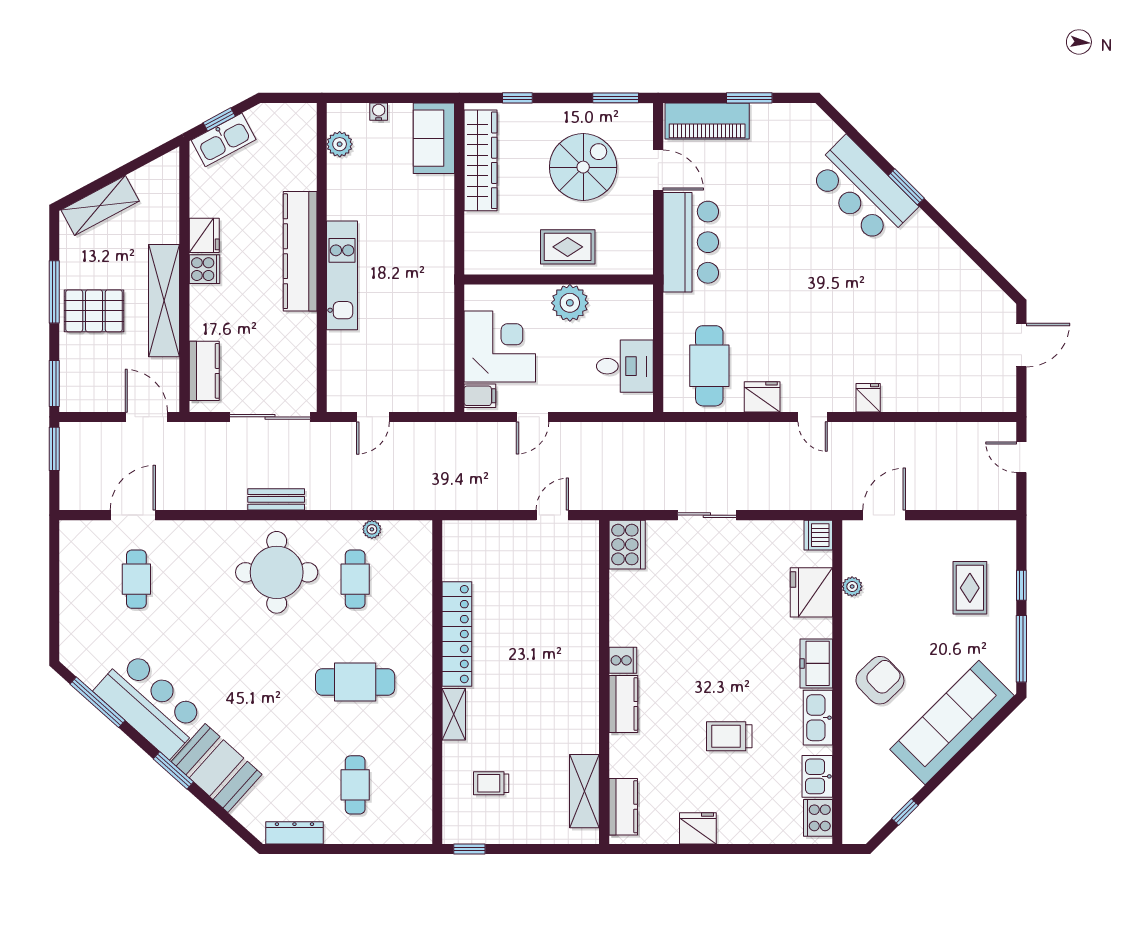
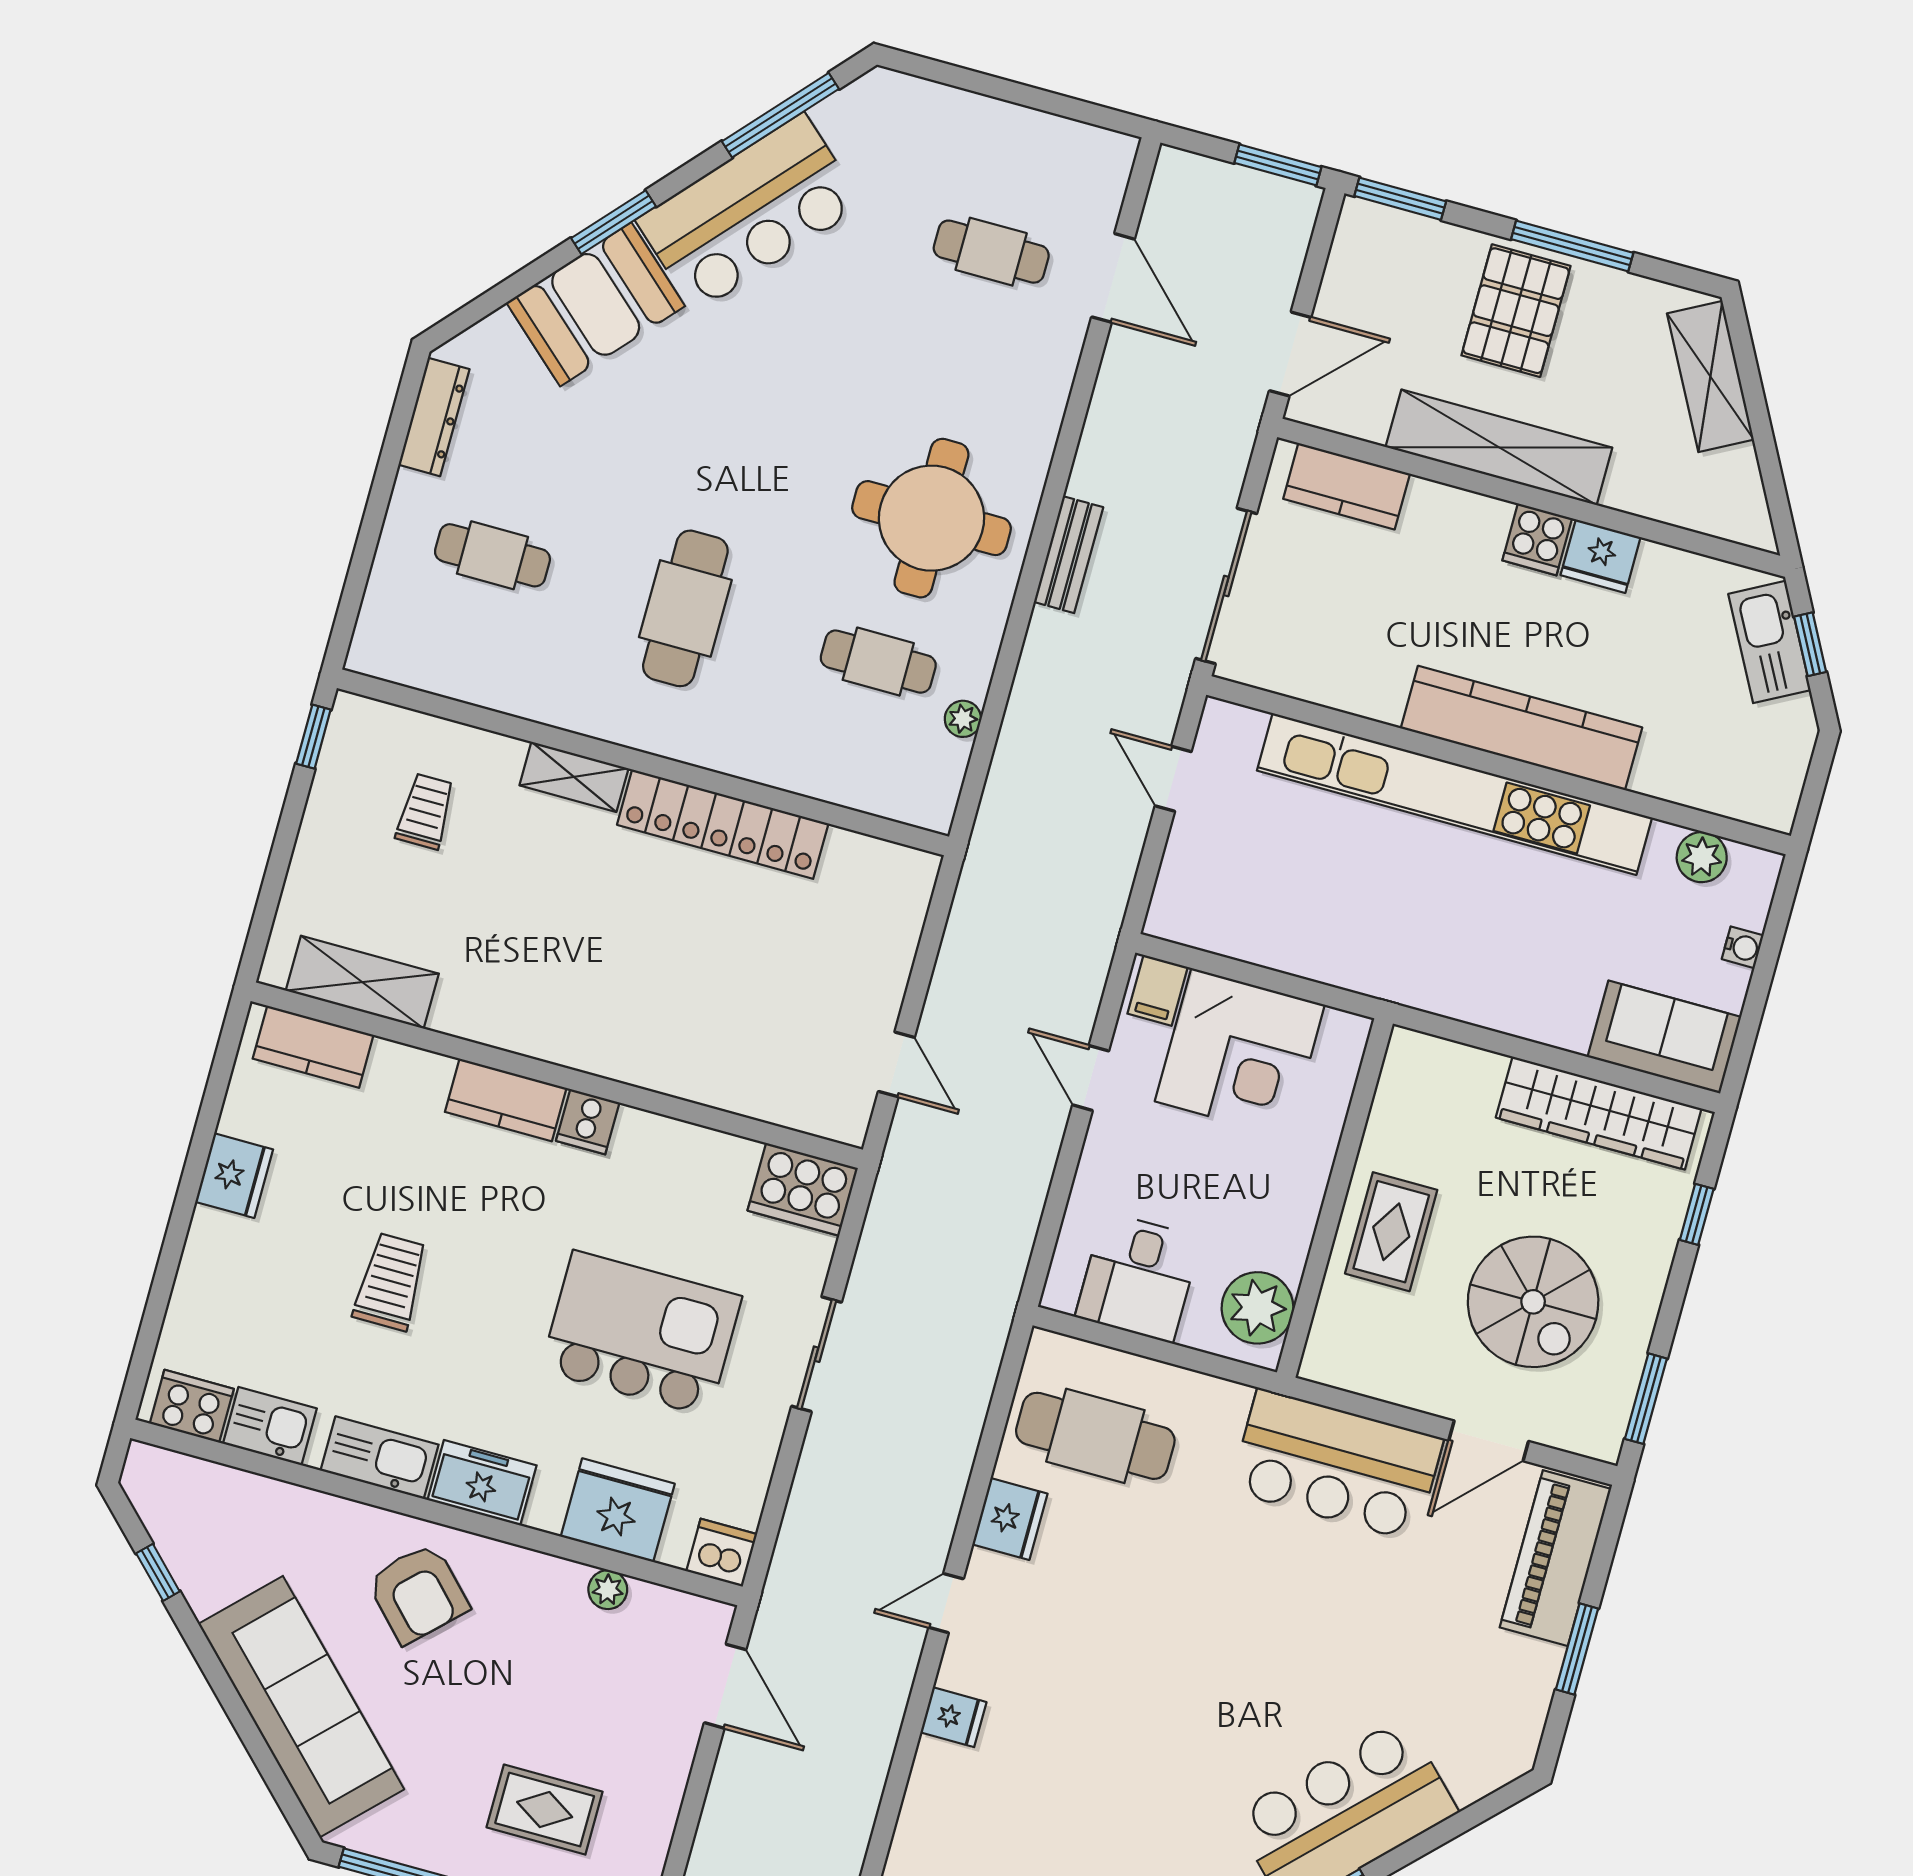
kitchen unit: (342, 275) -> (1454, 794), width x1.86
plant: (570, 303) -> (1258, 1308), moved
kitchen island: (721, 605) -> (641, 1333), added

